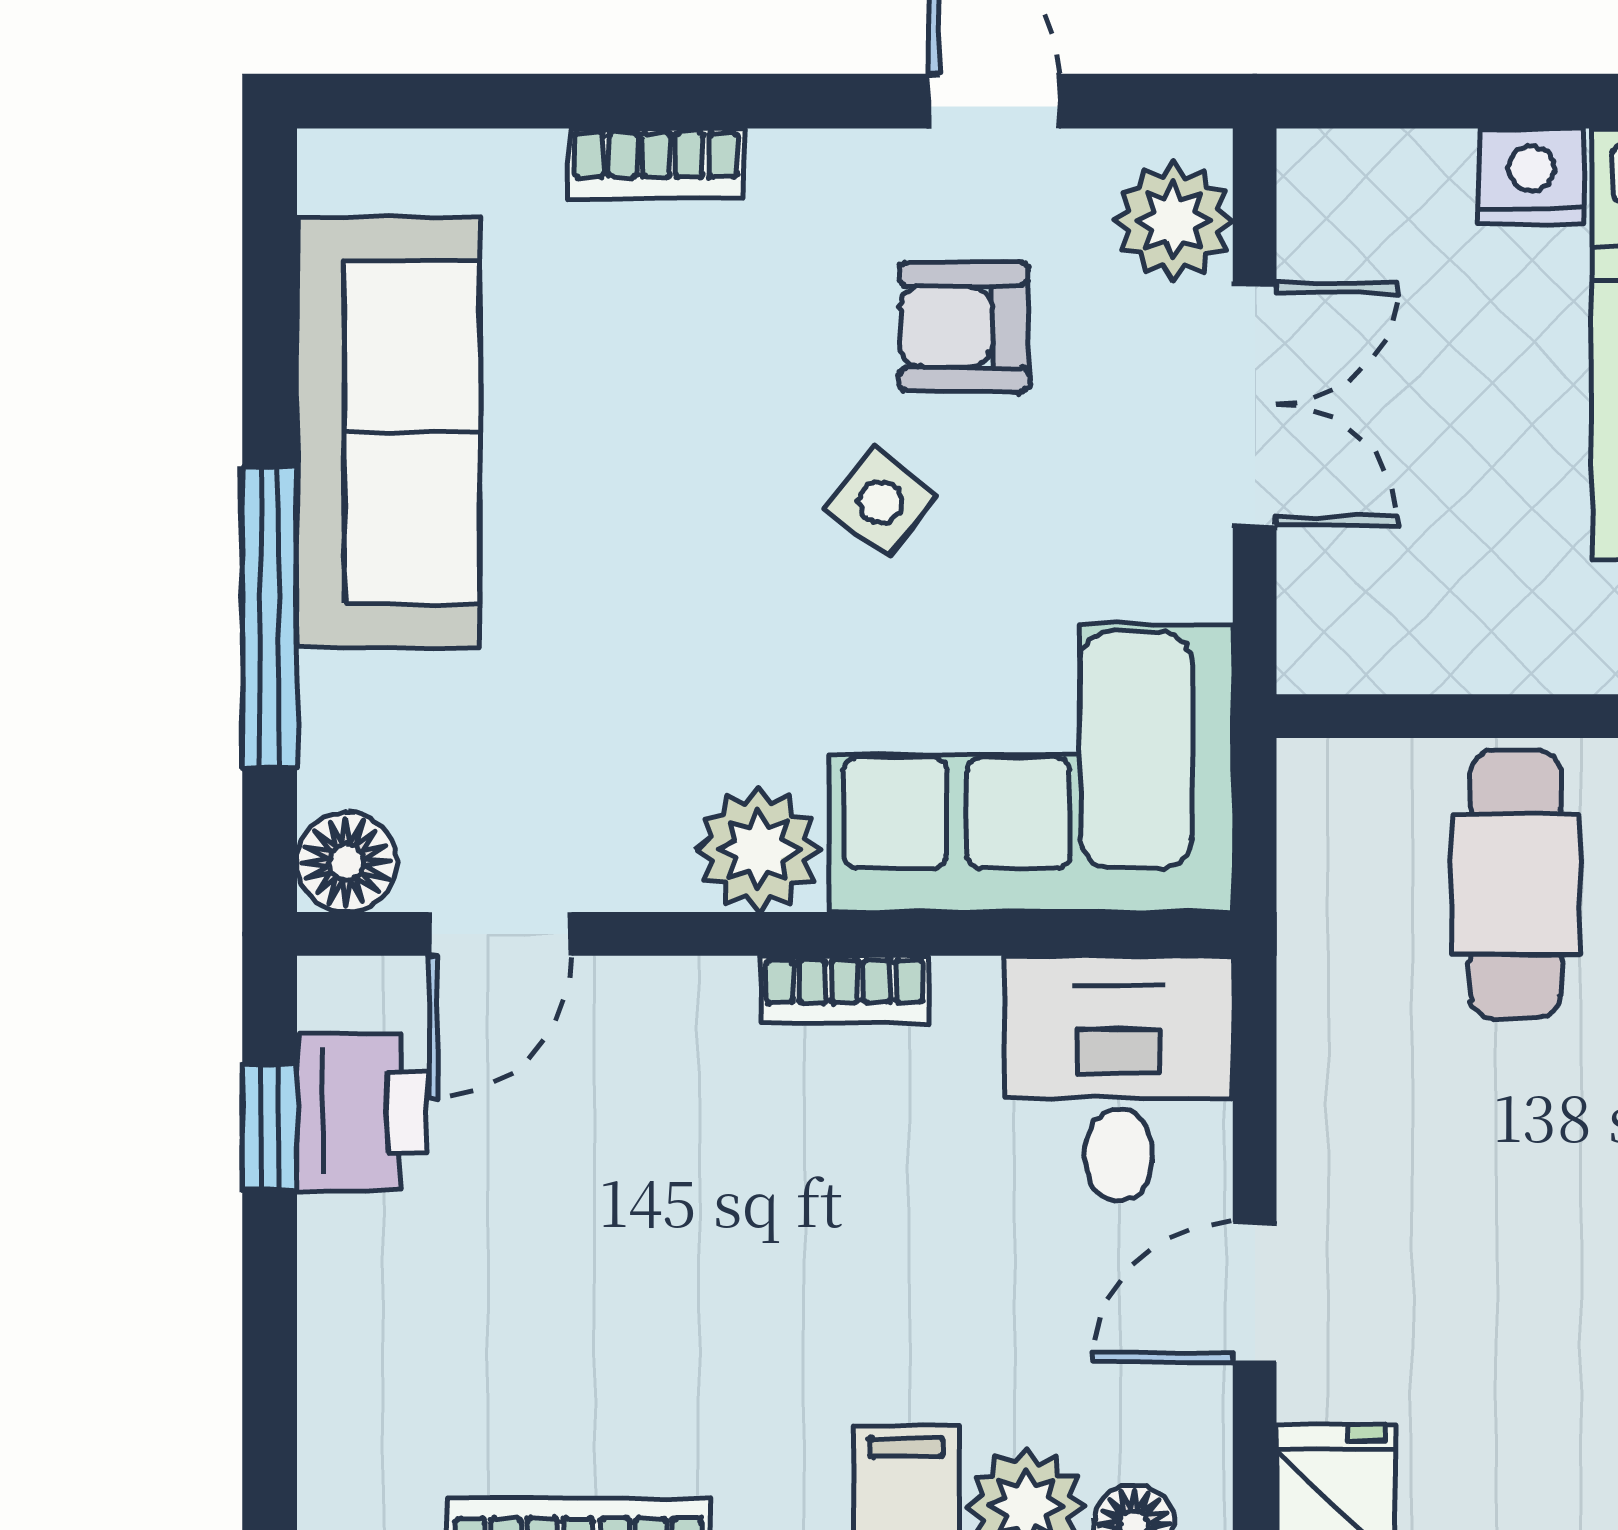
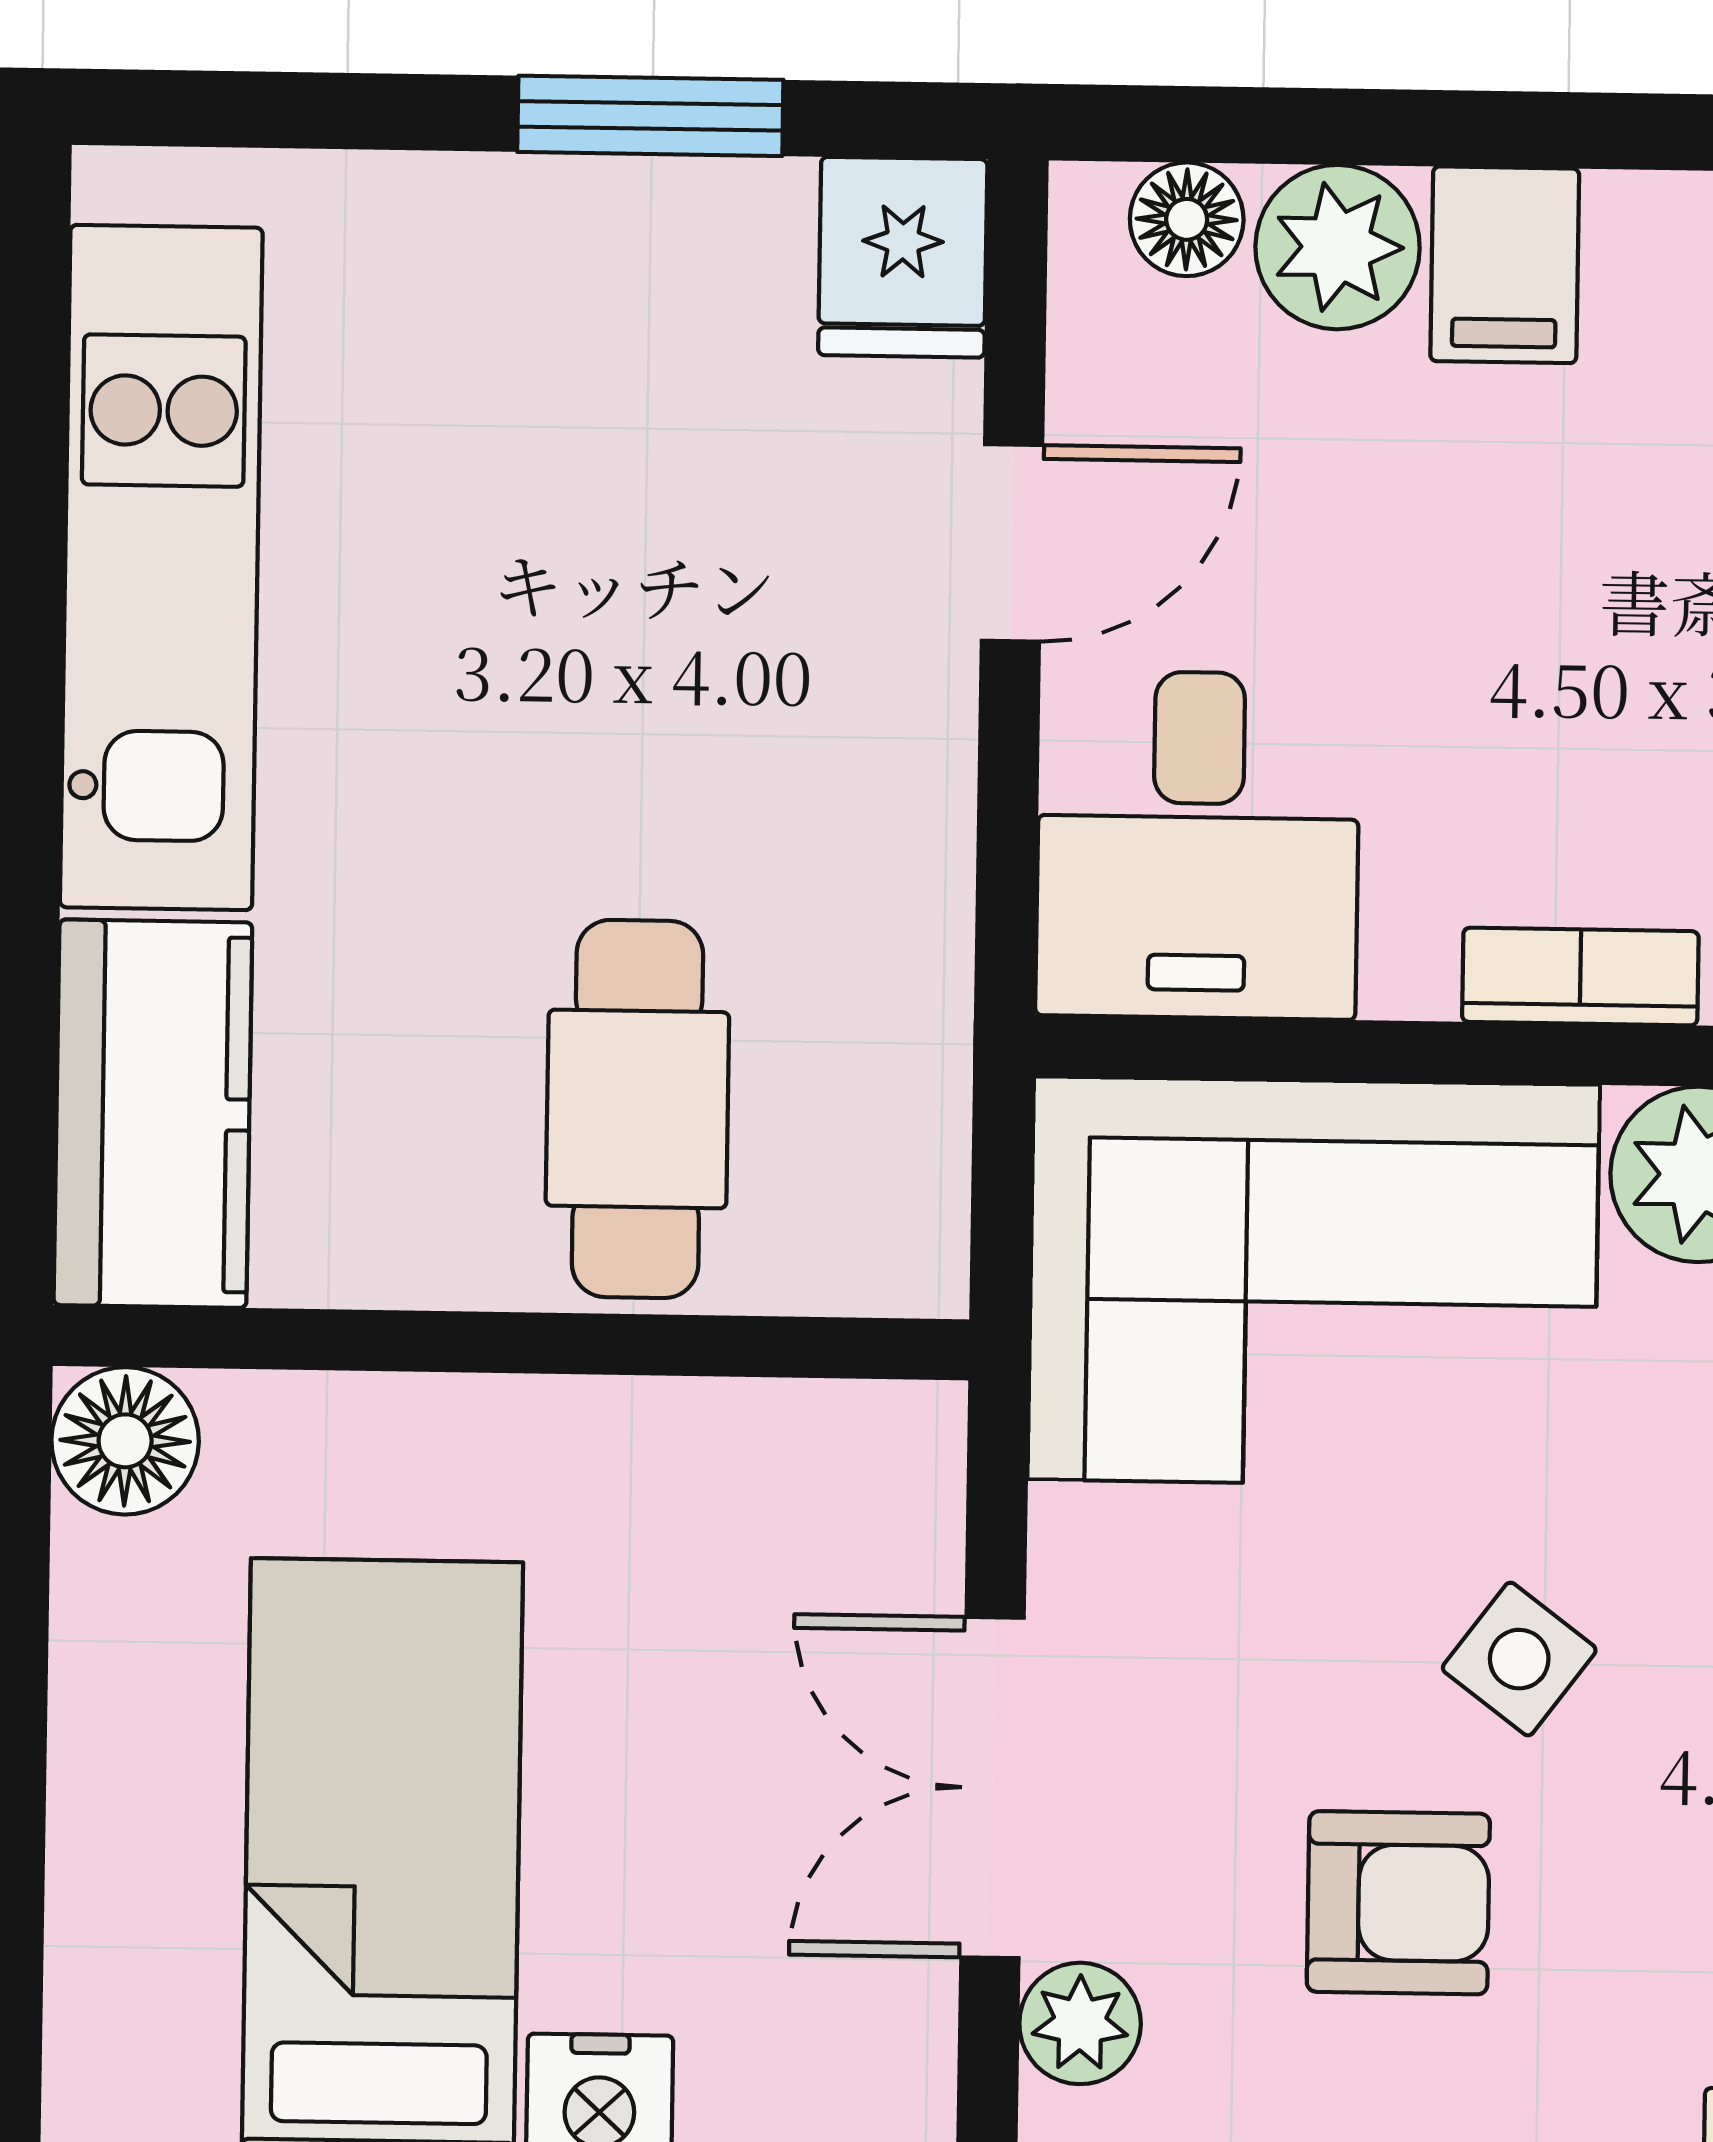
plant: (1173, 221) -> (1080, 2023), width x0.73, depth x0.73

